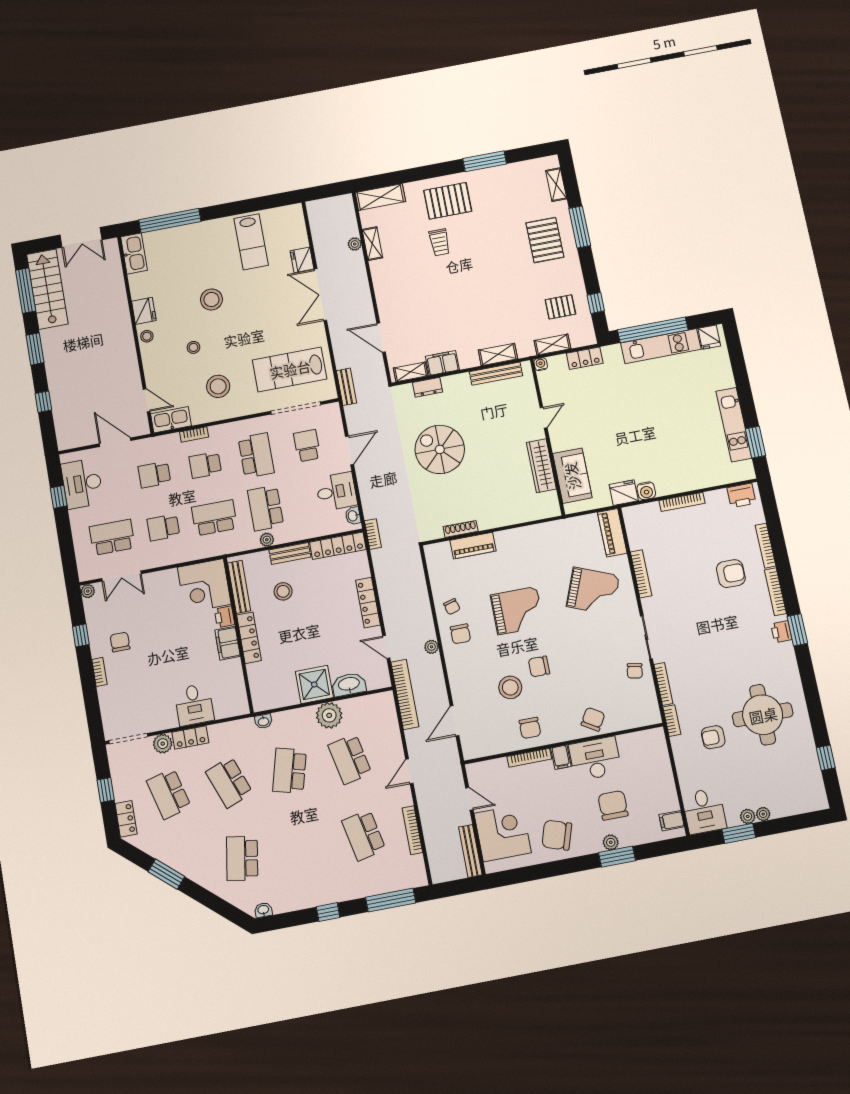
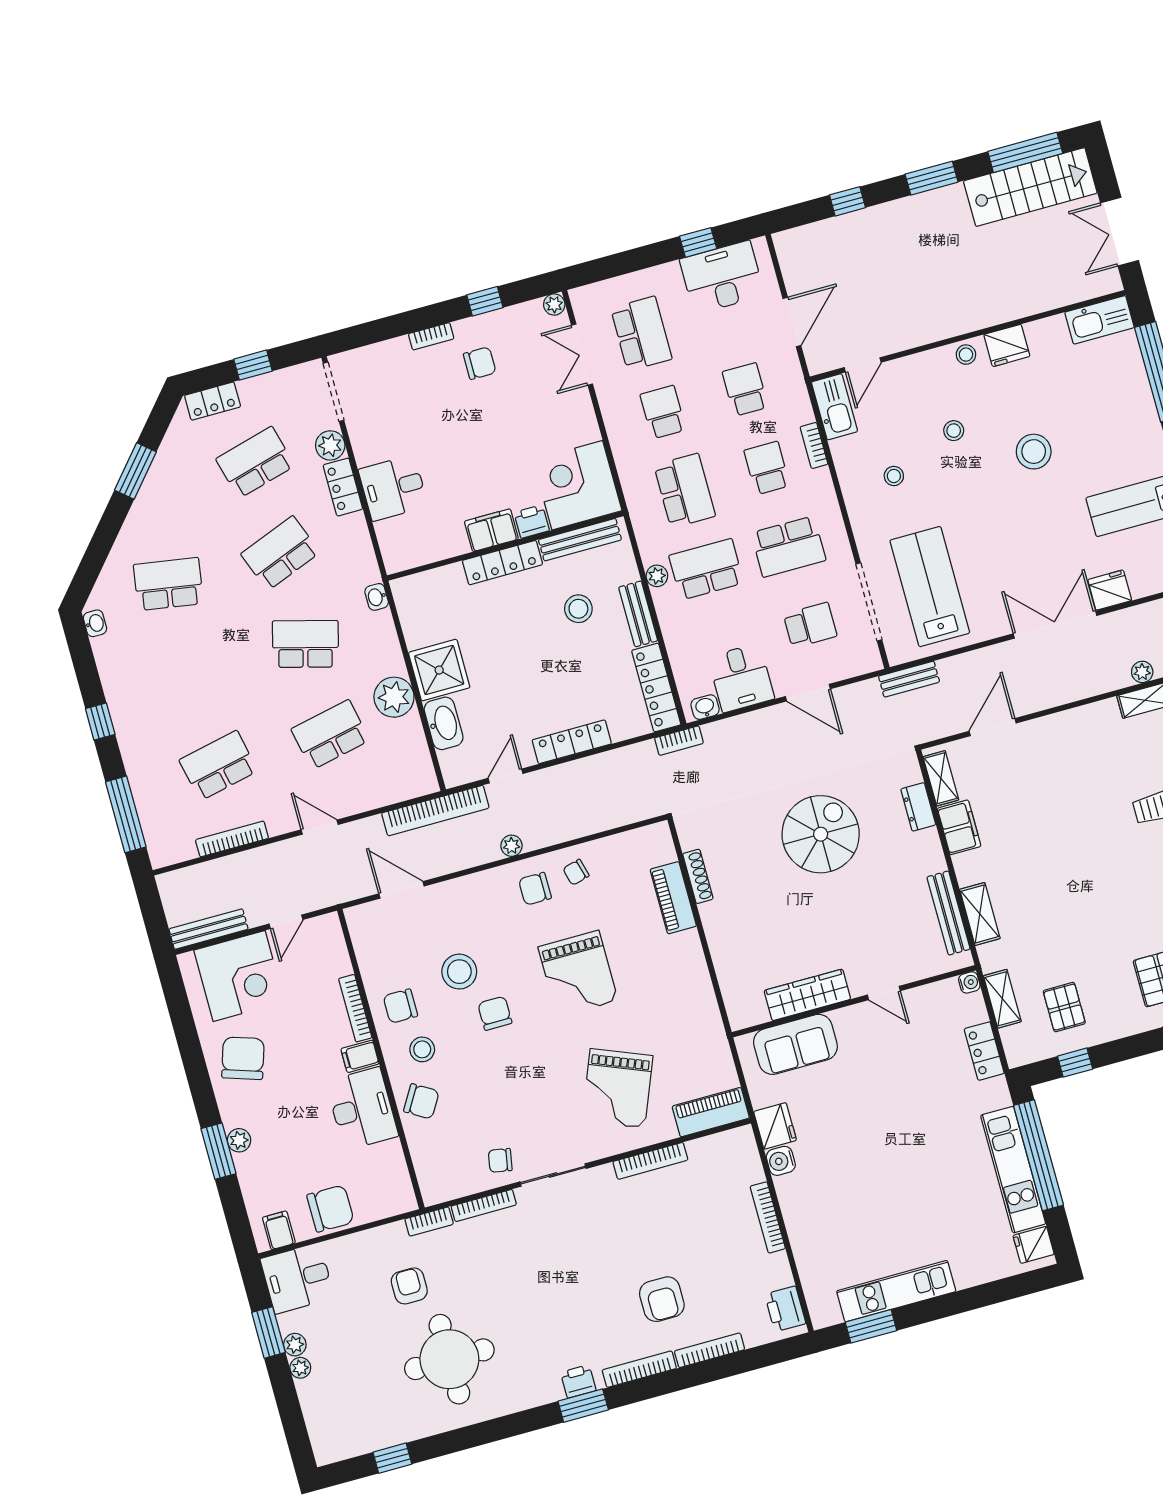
stool: (218, 386) -> (894, 476), width x0.53, depth x0.53
stool: (559, 716) -> (422, 1049), added
chair: (613, 805) -> (330, 1208), moved

